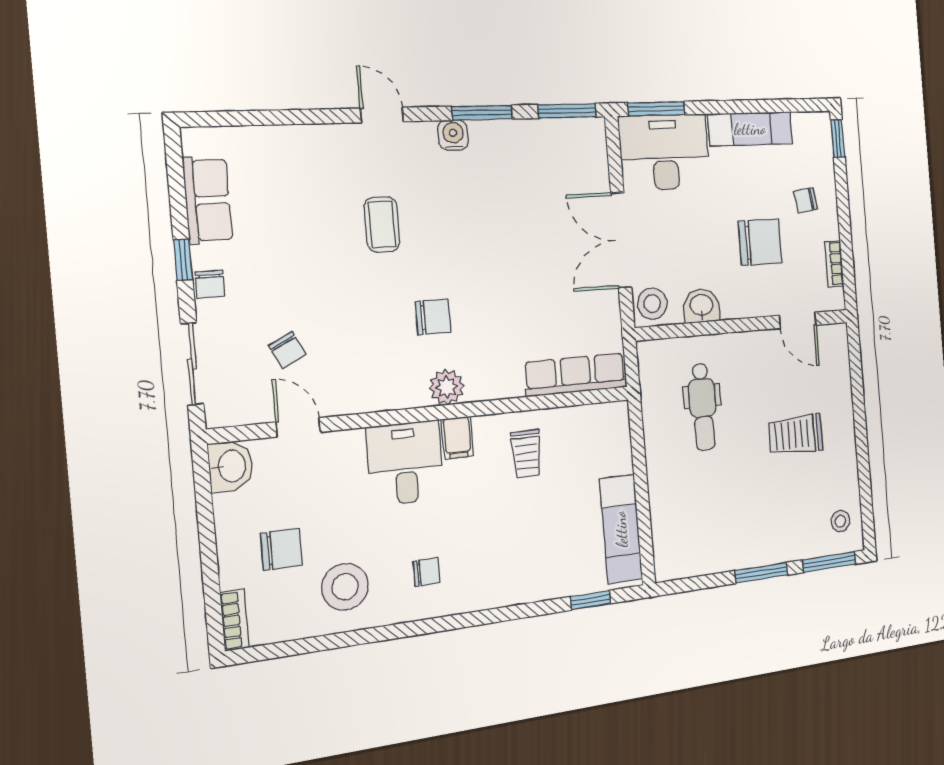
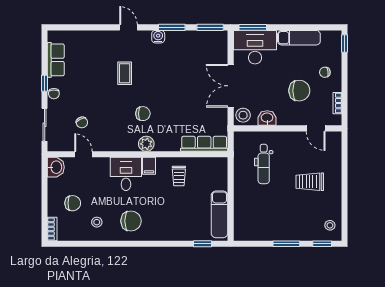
window: (829, 562) -> (322, 244), width x0.67
chair: (427, 572) -> (131, 221), width x1.87, depth x1.87
stool: (345, 587) -> (97, 222), width x0.53, depth x0.53

